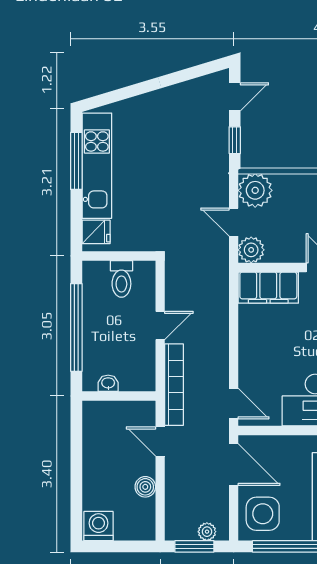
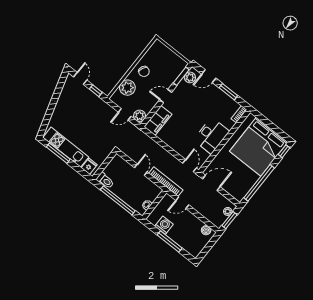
plant: (255, 190) -> (127, 88), moved
toilet: (121, 279) -> (105, 181), moved
door: (234, 404) -> (189, 166), hinge flipped
window: (76, 473) -> (170, 241), added
boiler: (145, 487) -> (206, 230), moved
side table: (263, 514) -> (237, 186), removed
washing machine: (99, 526) -> (164, 225), moved, turned 90

